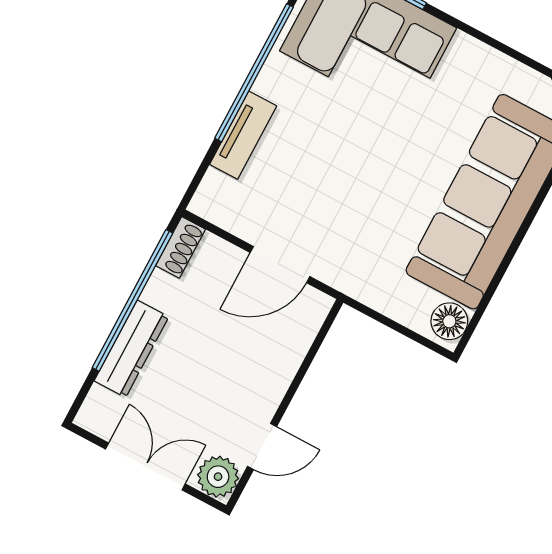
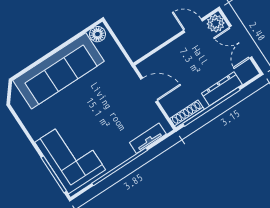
tv unit: (243, 135) -> (148, 138), moved
shoe rack: (181, 247) -> (187, 114), width x1.43

